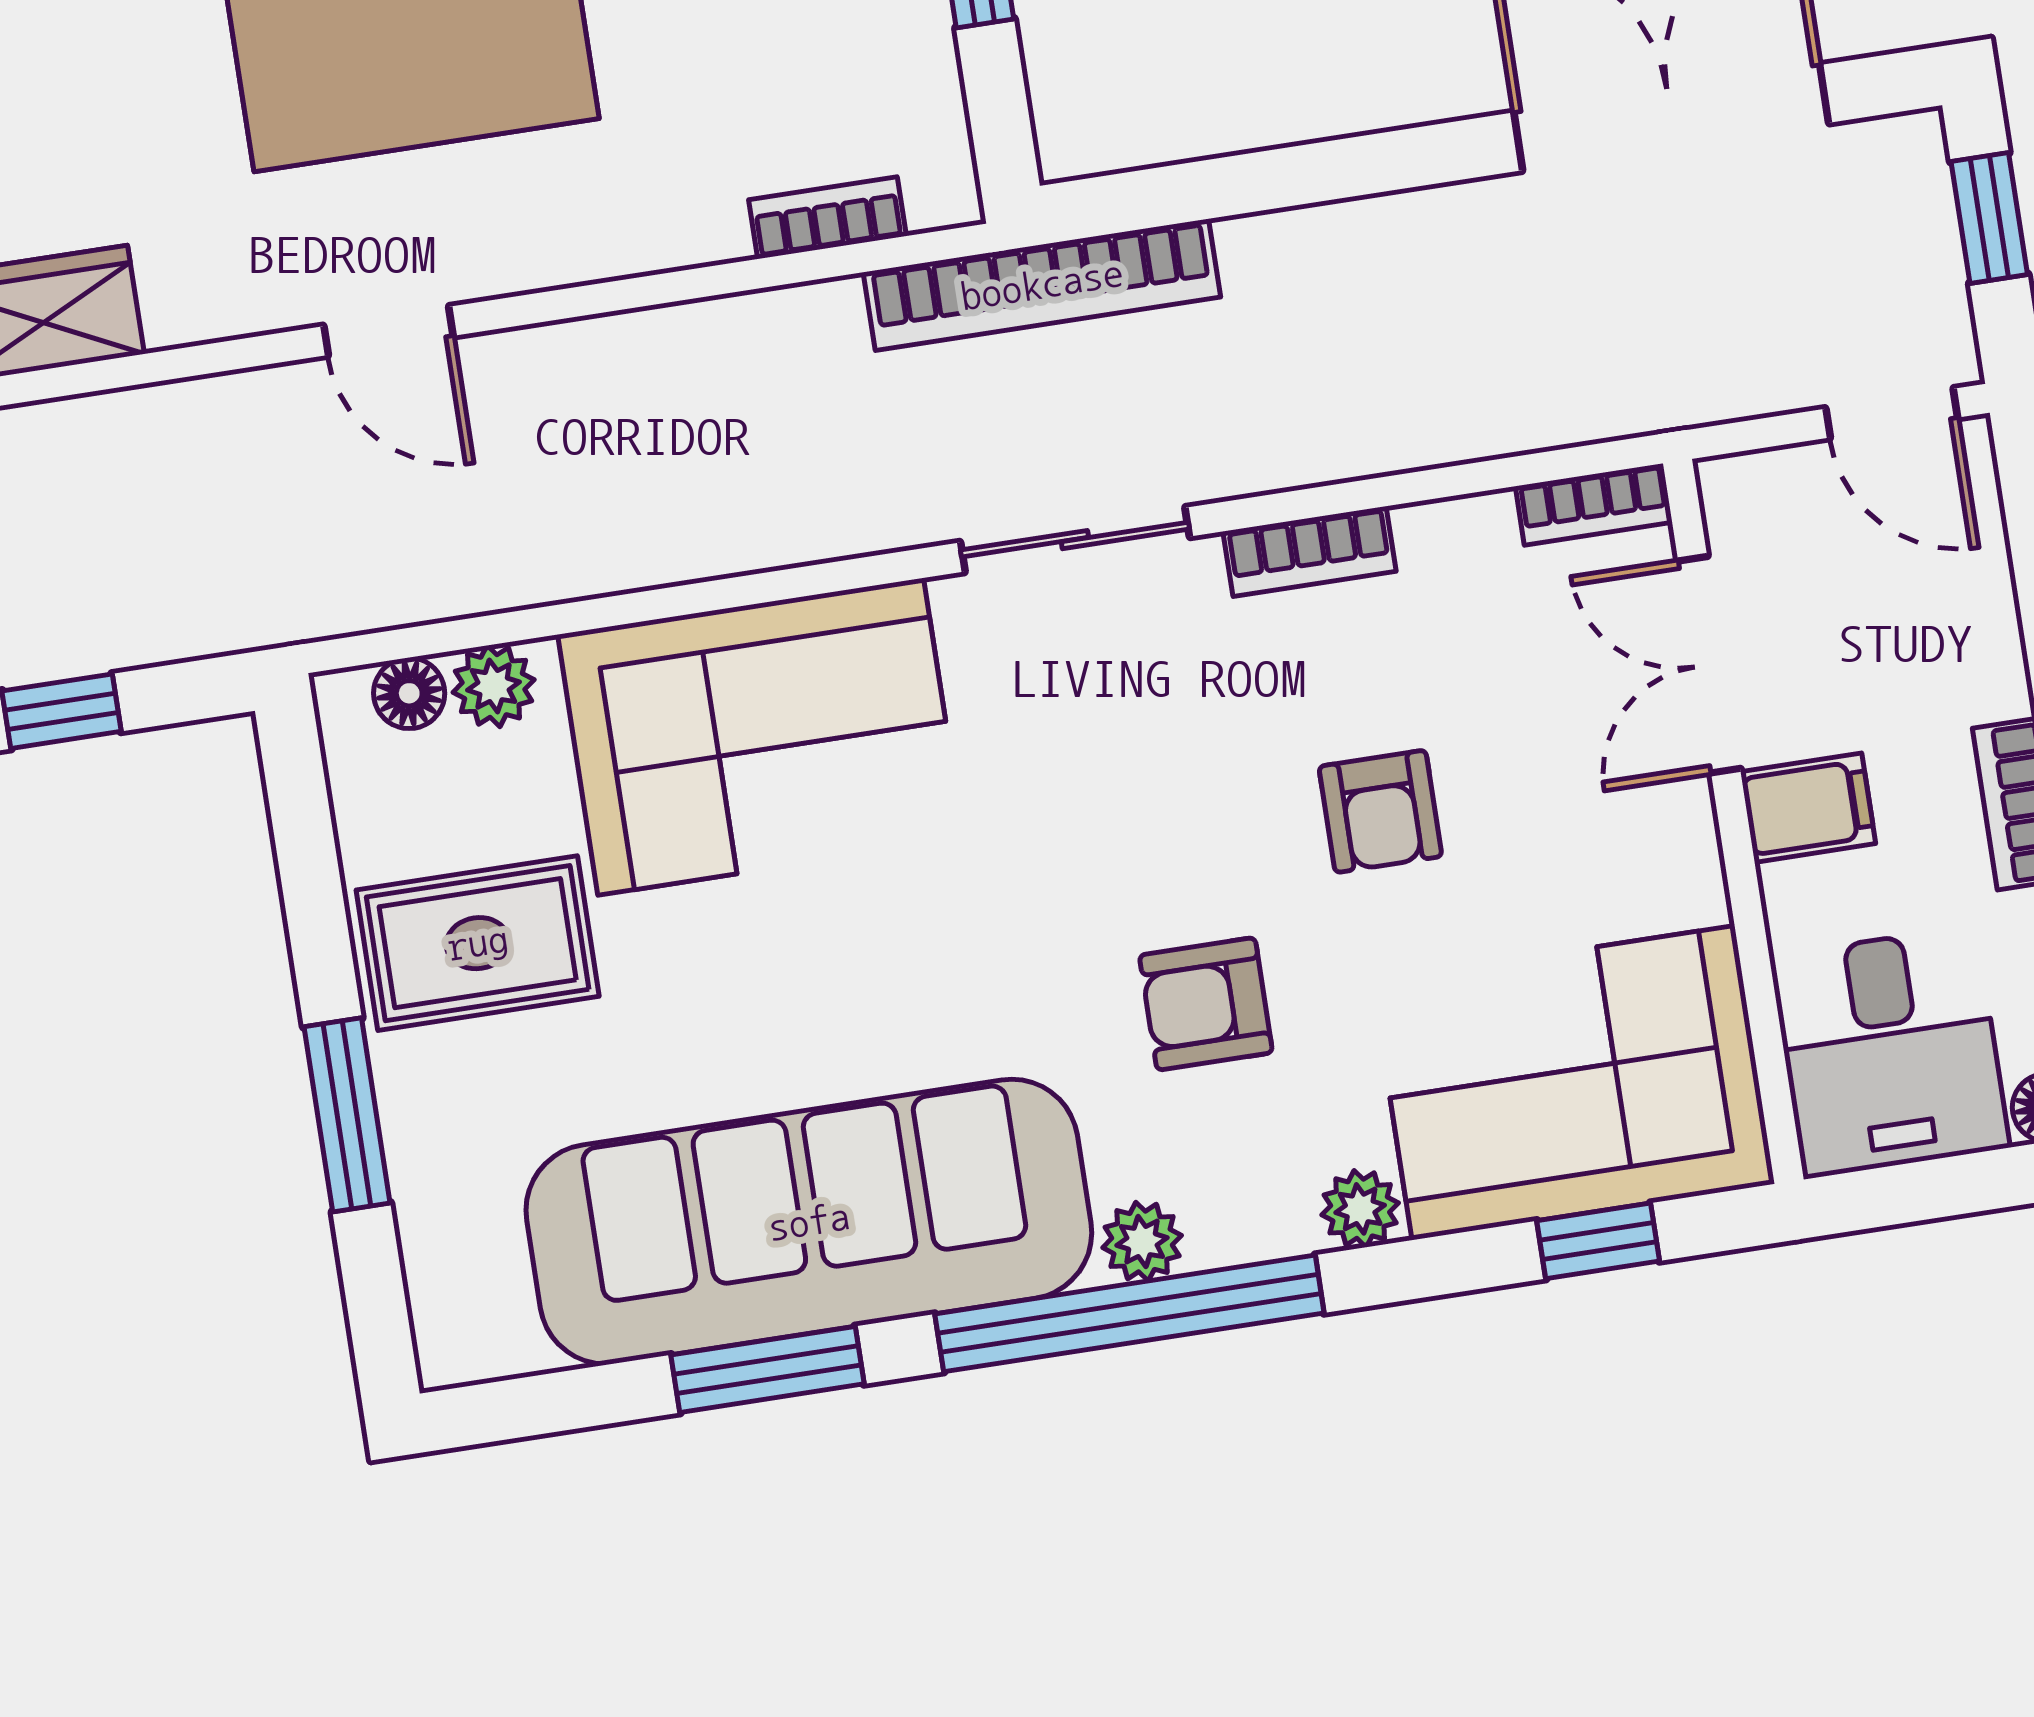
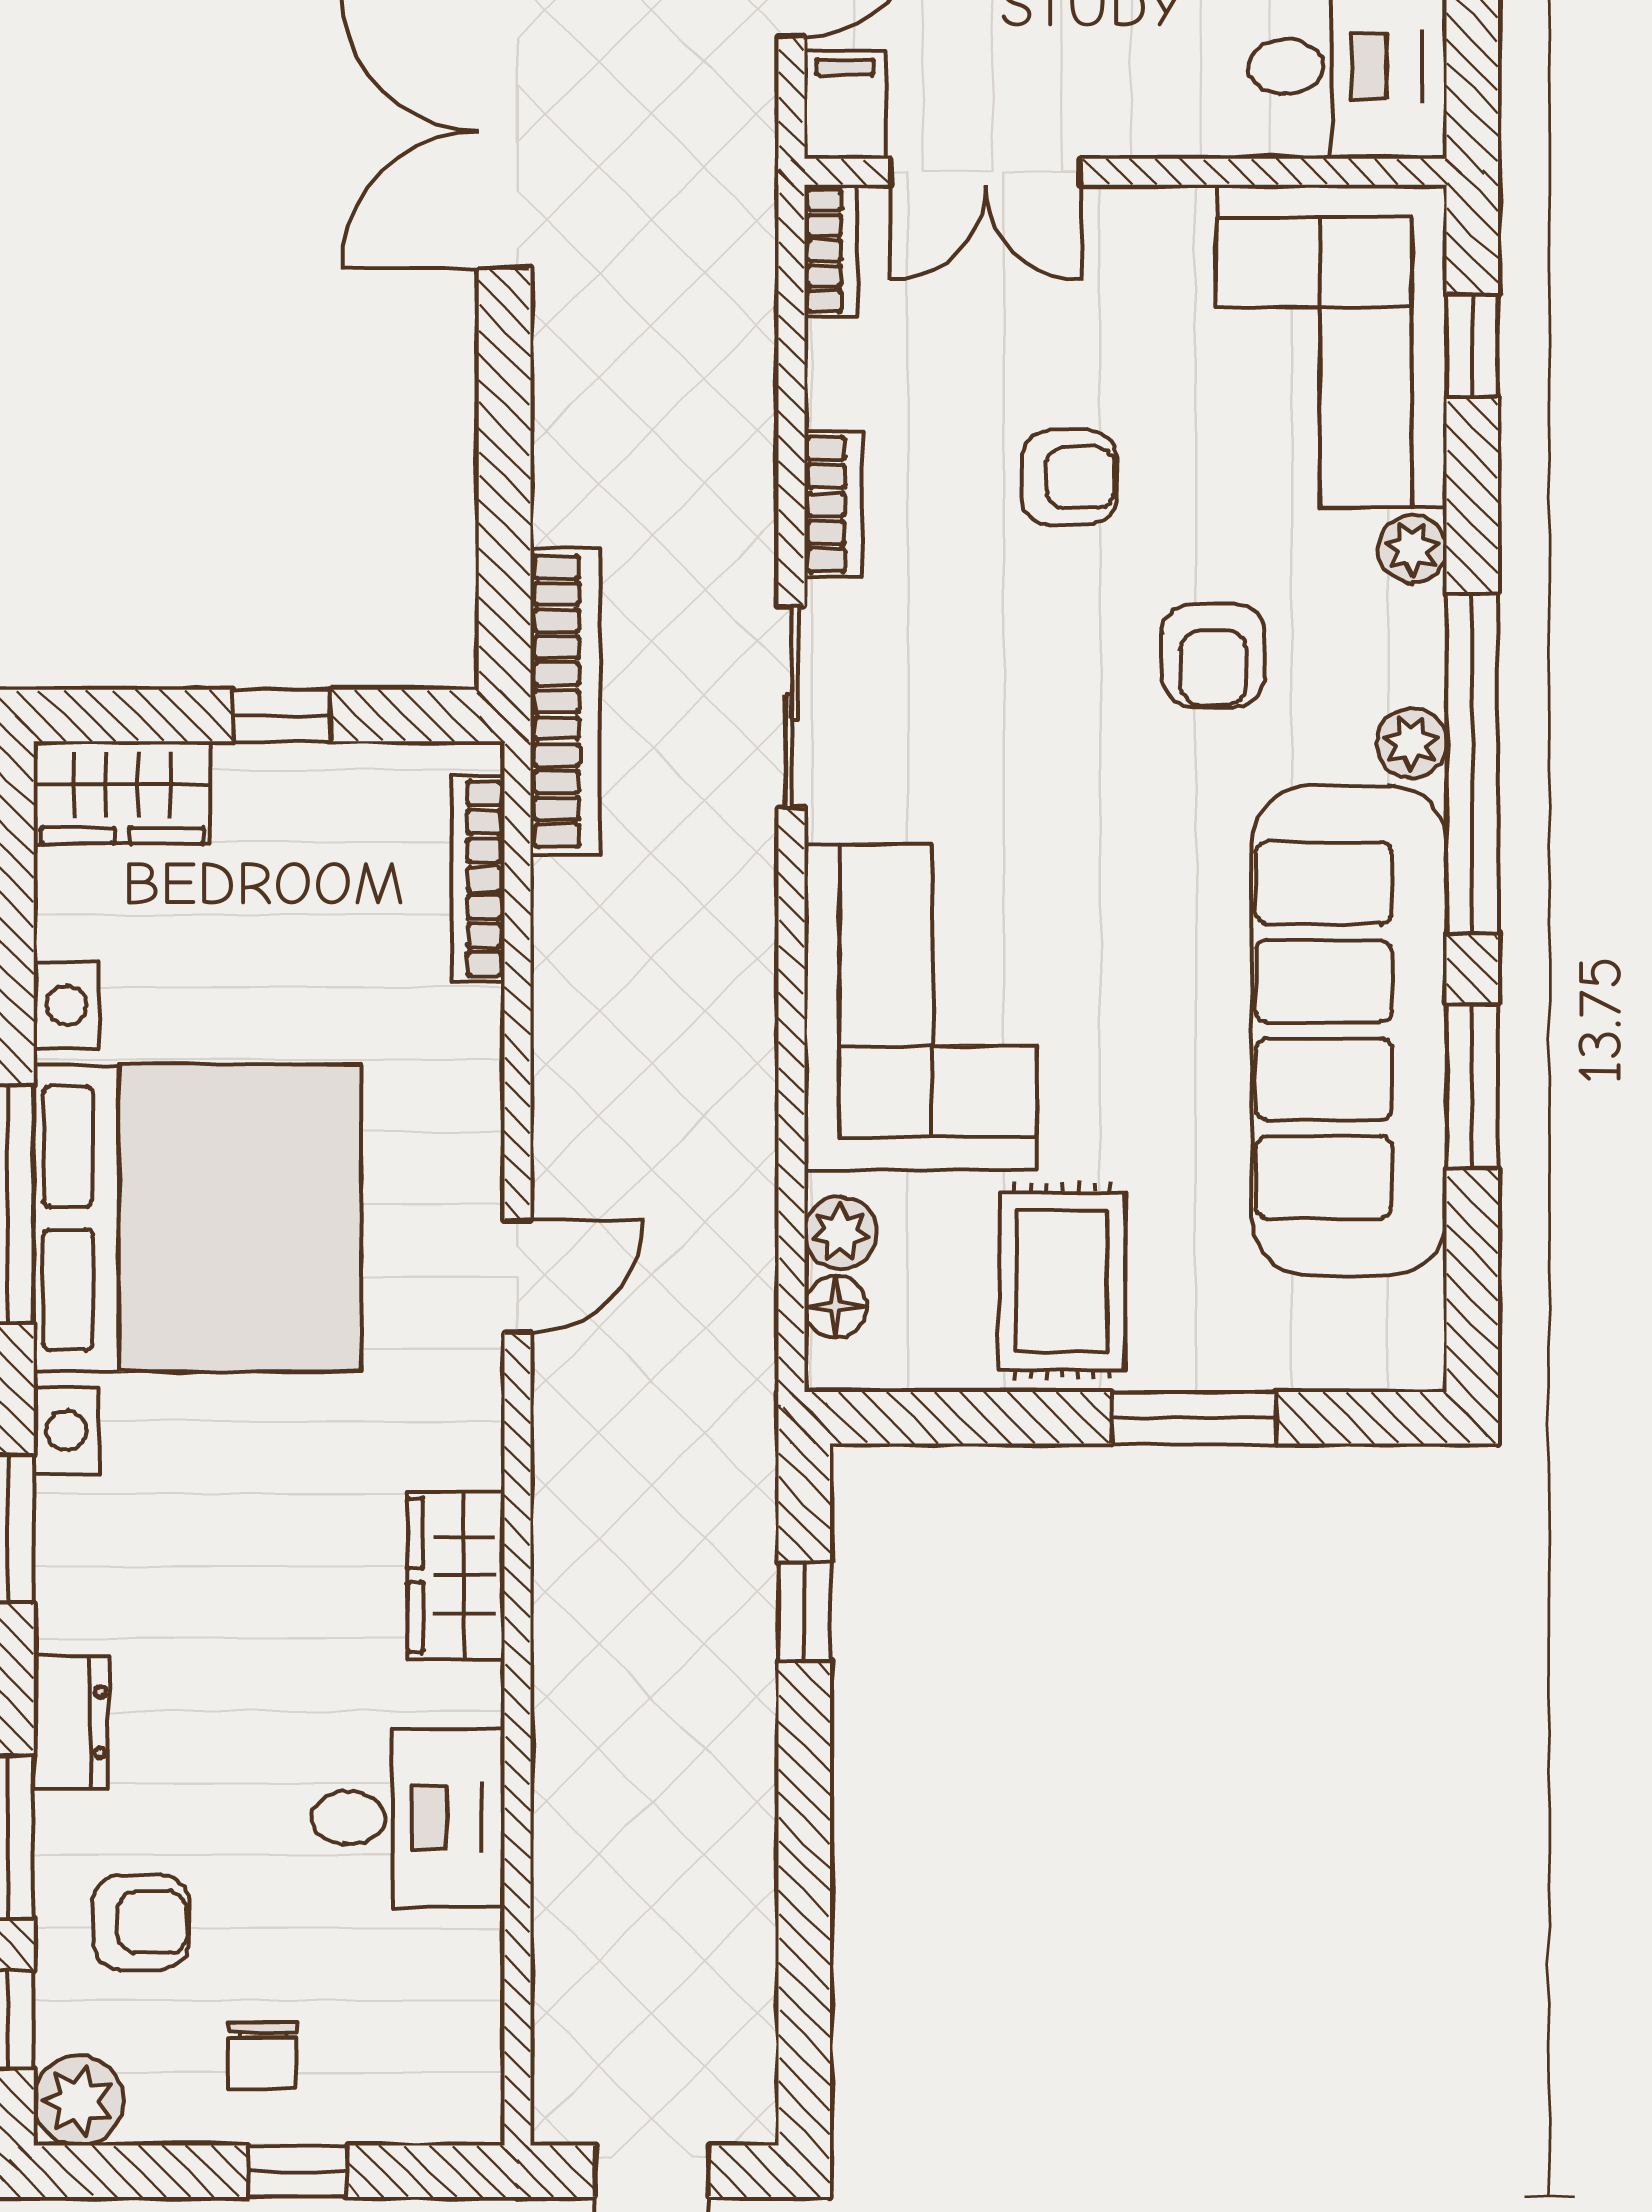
bookcase: (827, 218) -> (478, 879), width x1.56
filing cabinet: (1808, 808) -> (845, 105), moved

